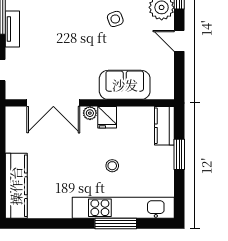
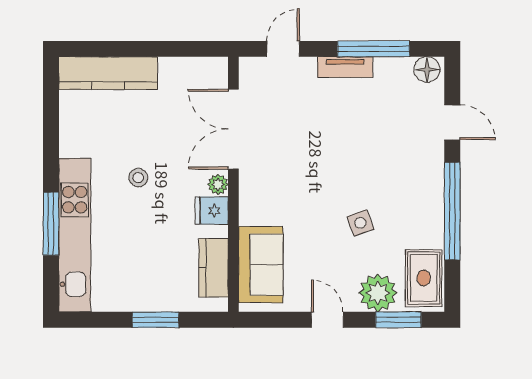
door: (179, 41) -> (327, 320), hinge flipped
sofa: (125, 85) -> (261, 265), moved
kitchen counter: (164, 126) -> (213, 268), moved, turned -90
stool: (112, 166) -> (138, 178), moved

